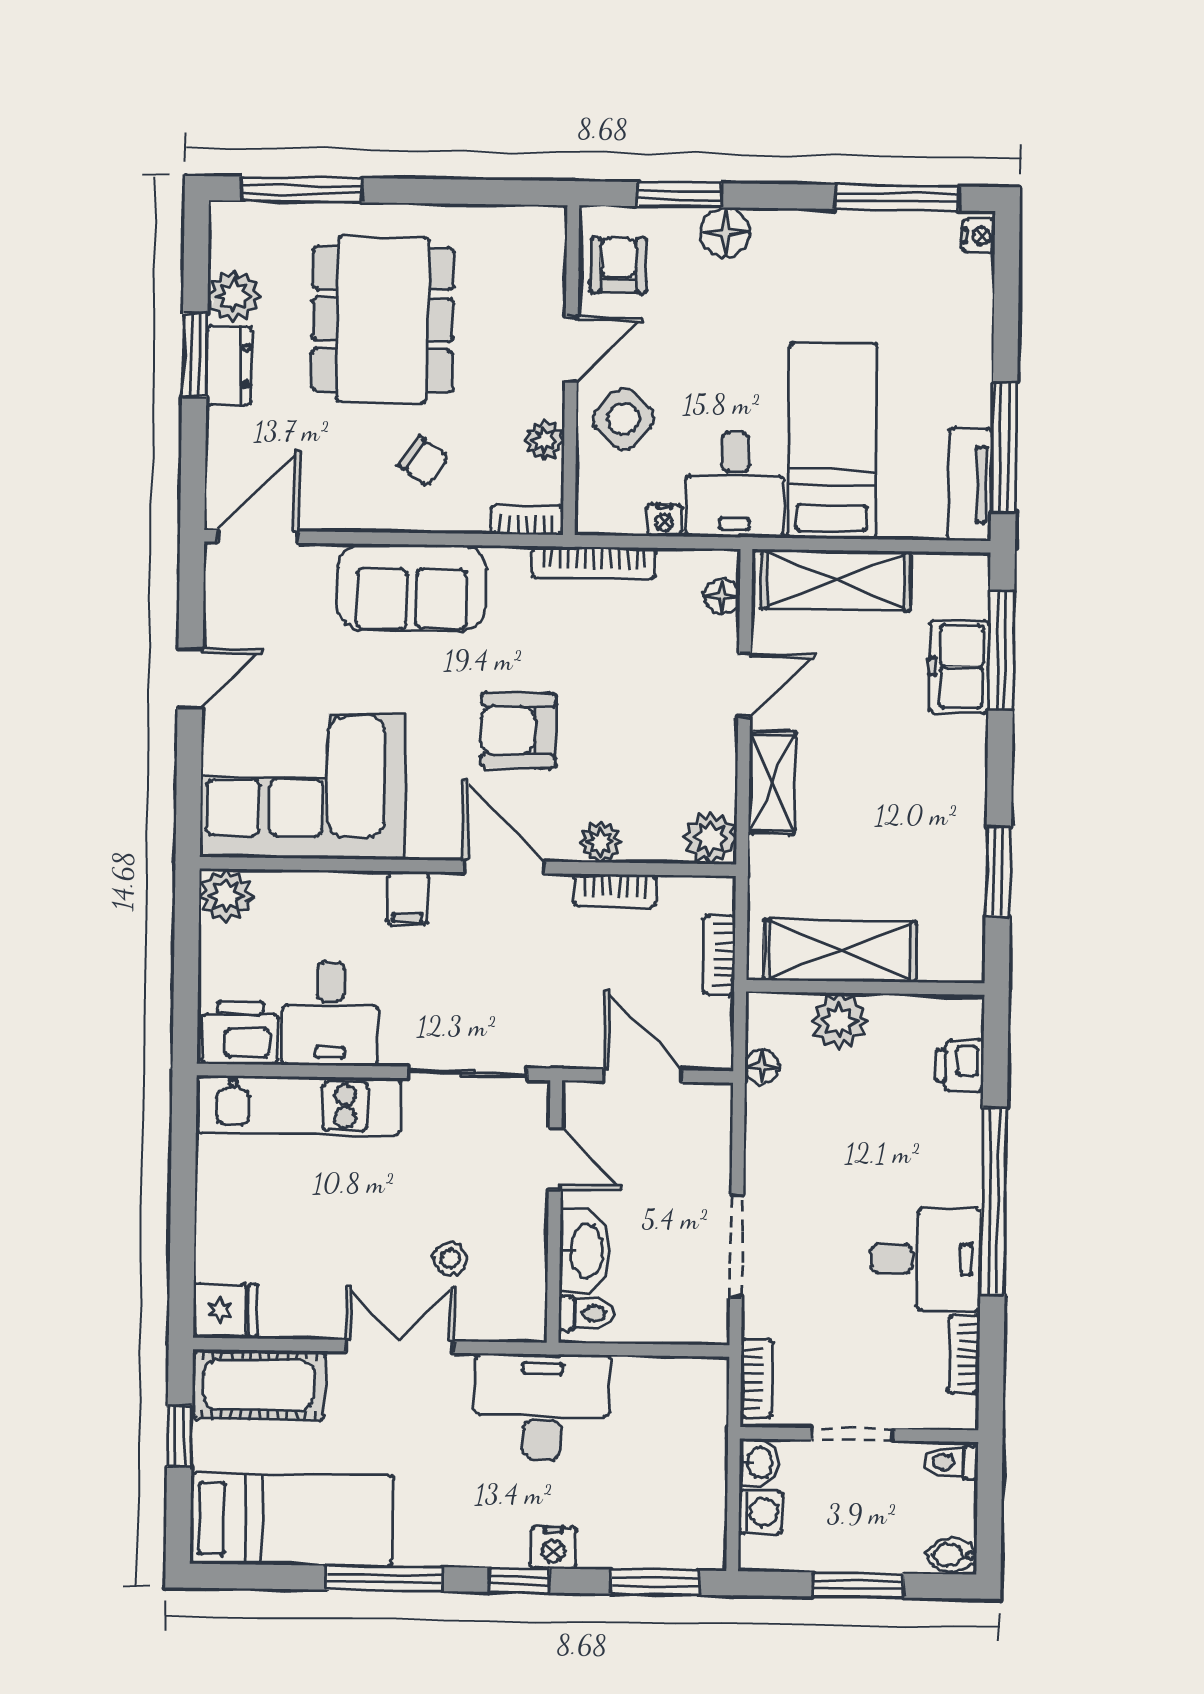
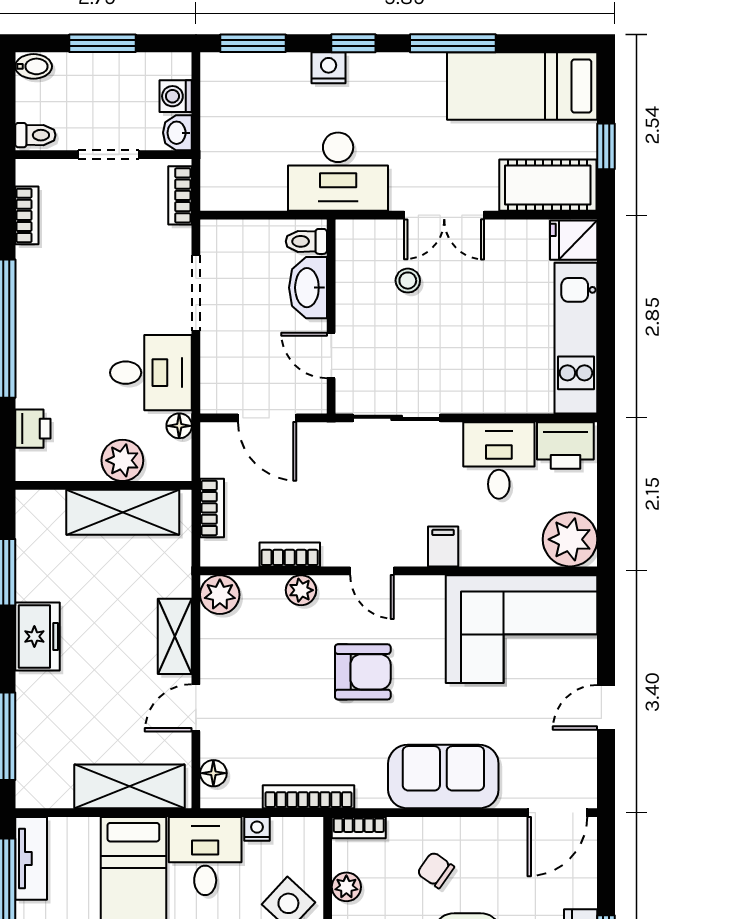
freezer: (959, 667) -> (37, 636), moved
door: (504, 867) -> (372, 571), width x0.73
plant: (226, 896) -> (570, 539), width x1.36, depth x1.36
kitchen unit: (298, 1105) -> (576, 338), moved, turned -90
desk: (926, 1259) -> (151, 373), moved, turned 180

